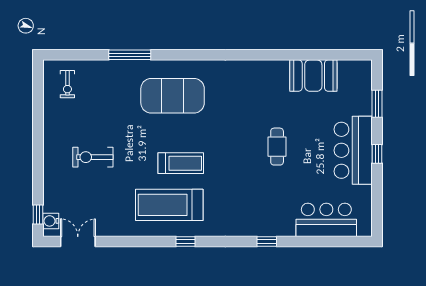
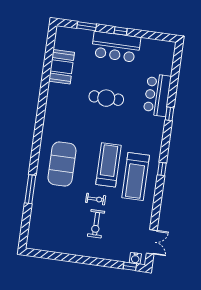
exercise bike: (67, 84) -> (96, 199), moved
cafe table: (277, 147) -> (106, 98), width x1.37, depth x1.35
treadmill: (181, 163) -> (108, 165), width x1.37, depth x1.38
bar counter: (326, 220) -> (157, 95), moved
double door: (78, 241) -> (152, 242), swing flipped

